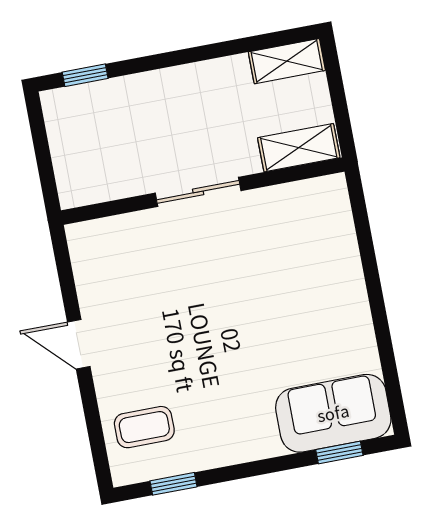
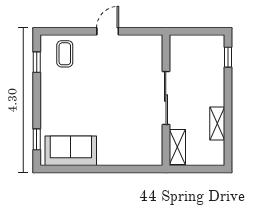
shelving: (287, 61) -> (217, 123), moved
sliding door: (198, 192) -> (166, 98), width x1.37
sofa: (333, 413) -> (71, 151), moved, turned -90

